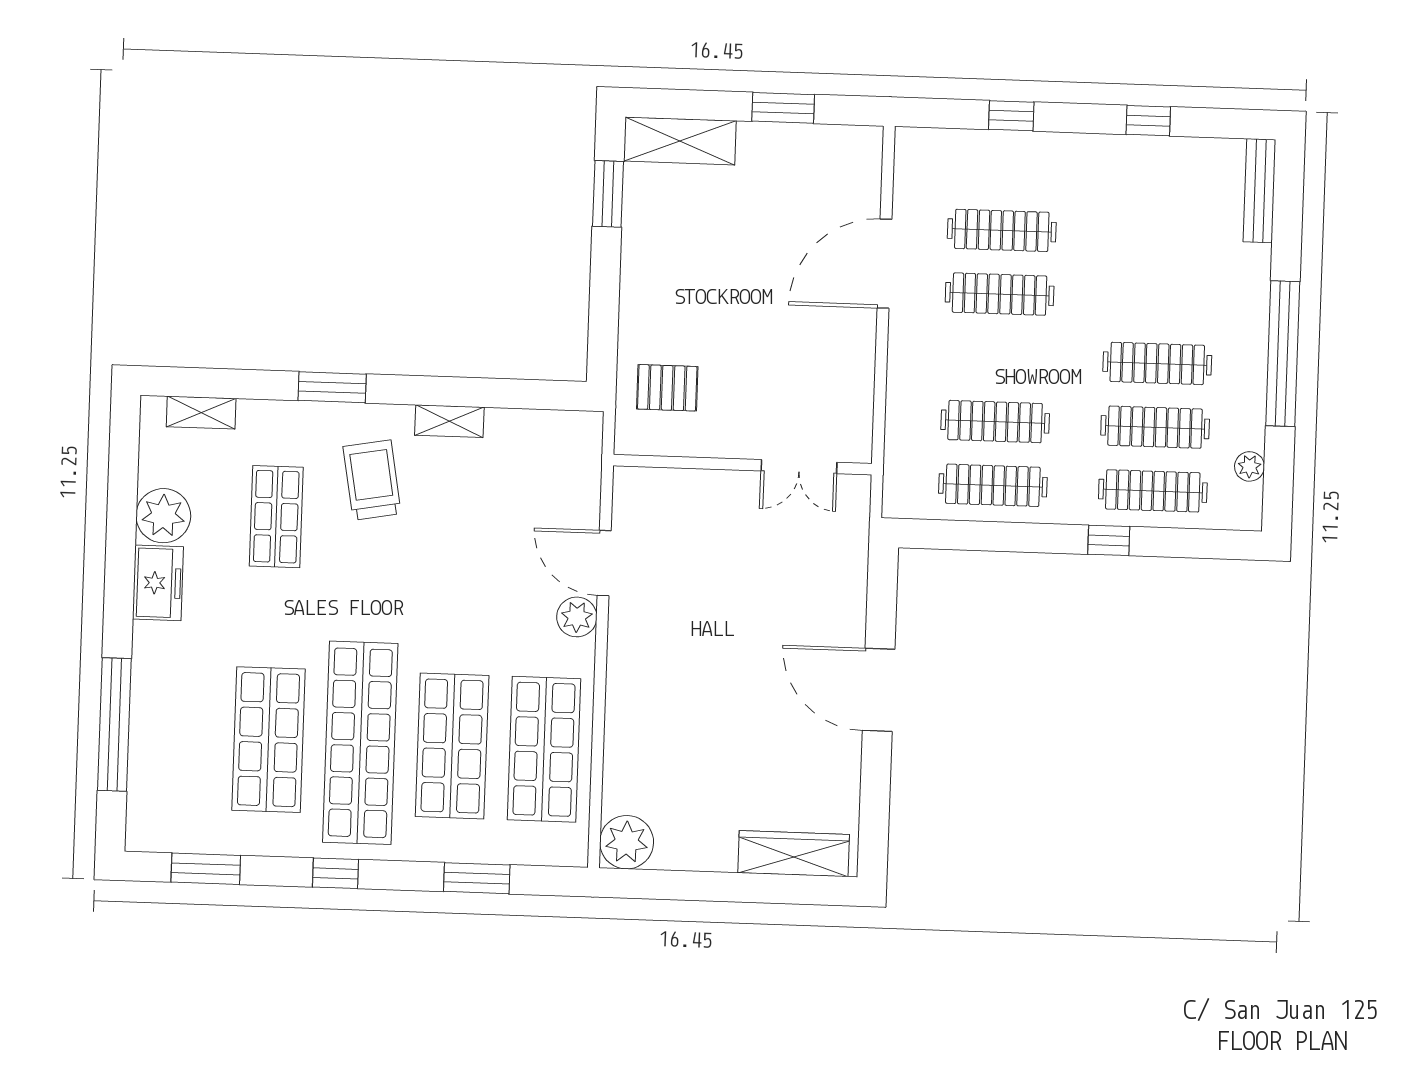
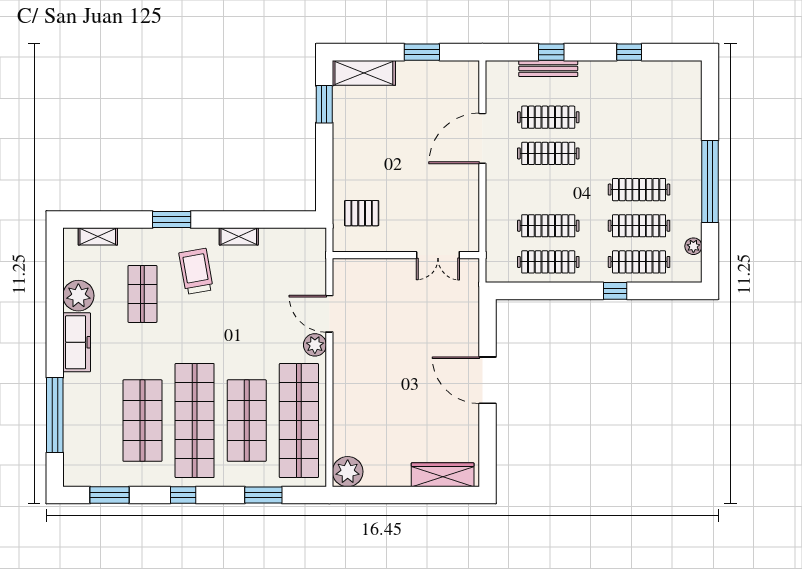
bench: (1259, 191) -> (548, 68), moved, turned 90
freezer: (158, 583) -> (77, 342), width x1.40
shop shelf: (544, 749) -> (299, 421), width x1.40

